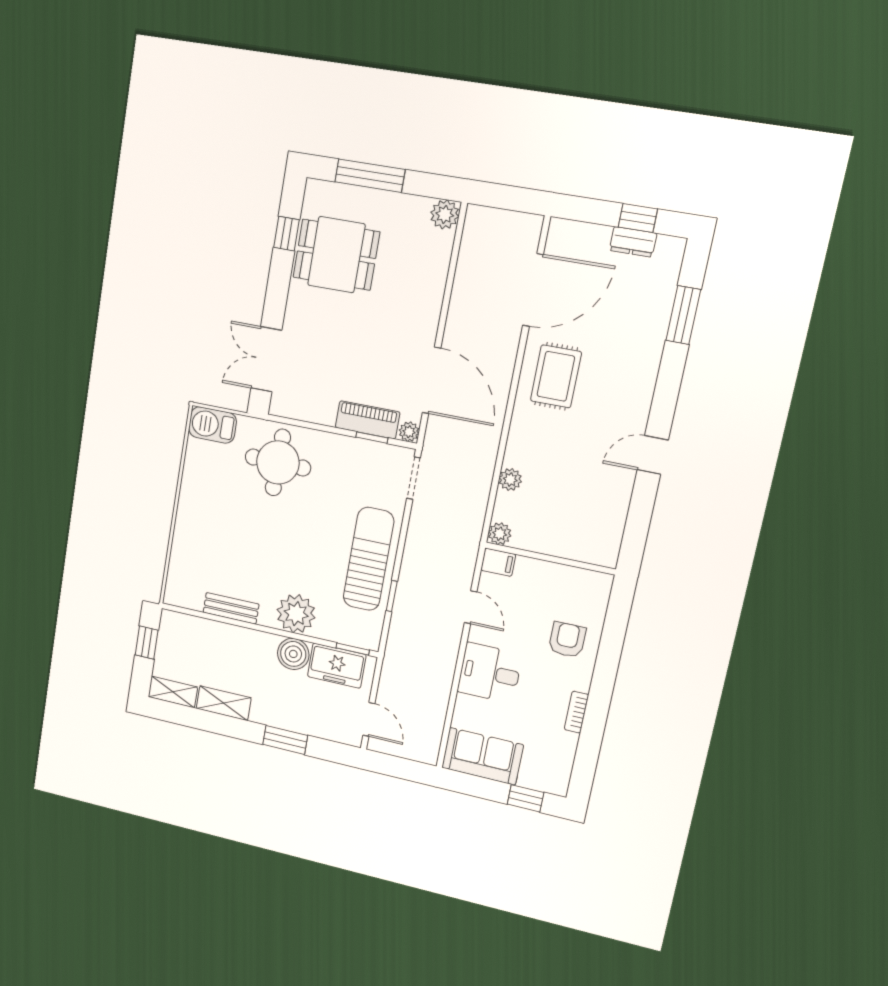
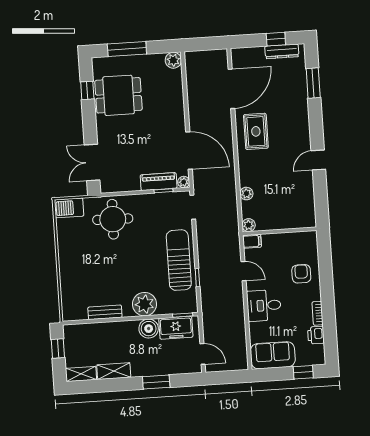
dresser: (633, 242) -> (282, 51), width x1.44
printer: (564, 746) -> (316, 335), added

